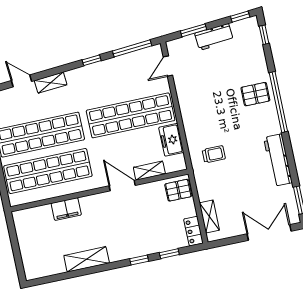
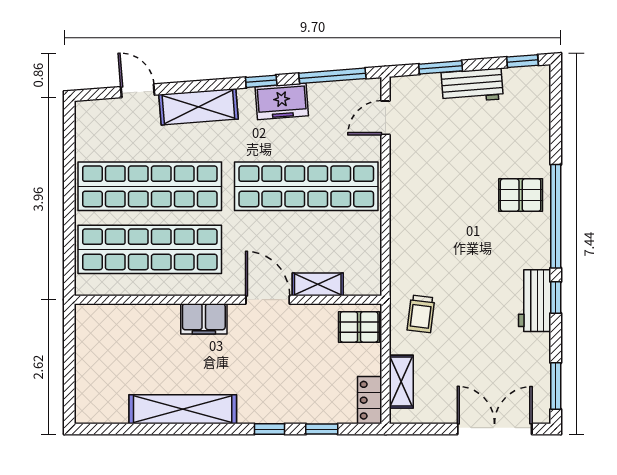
window: (264, 35) -> (556, 297), moved
shelving: (51, 83) -> (198, 107), width x1.50, depth x1.33
freezer: (171, 140) -> (282, 101), moved, turned -94
trolley: (214, 154) -> (421, 314), moved, turned 97
workbench: (278, 160) -> (535, 301), width x0.73
filing cabinet: (66, 209) -> (204, 319), moved
shelving: (87, 259) -> (183, 409), width x1.47

